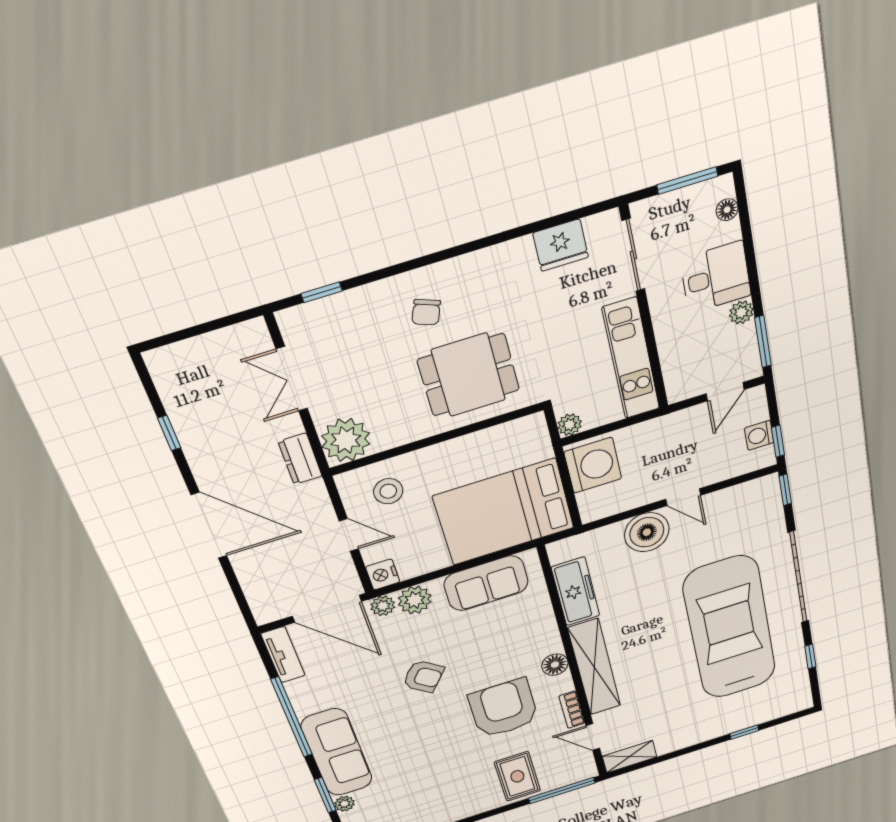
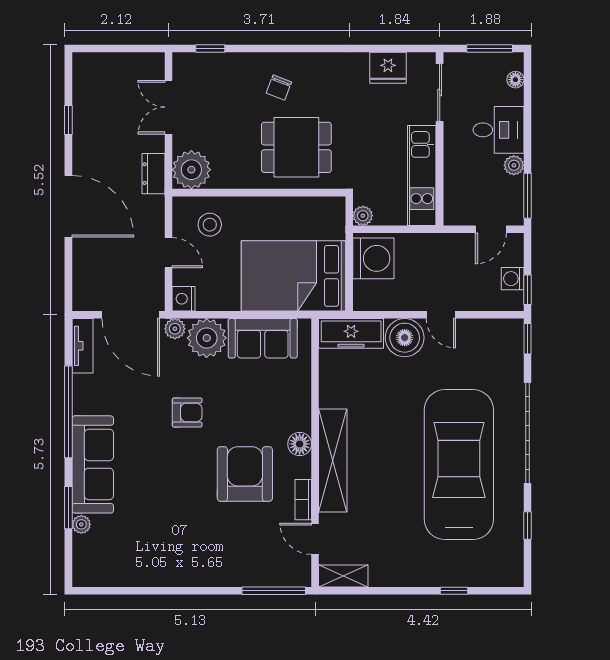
freezer: (576, 591) -> (351, 333), moved, turned 90
plant: (415, 600) -> (207, 338), width x1.36, depth x1.36
armchair: (423, 676) -> (187, 413), turned -38
rug: (517, 776) -> (238, 557), removed

